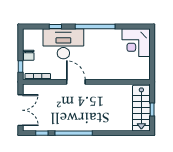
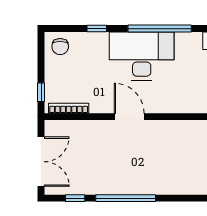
desk: (63, 44) -> (142, 56), moved
chair: (29, 55) -> (60, 47), moved

